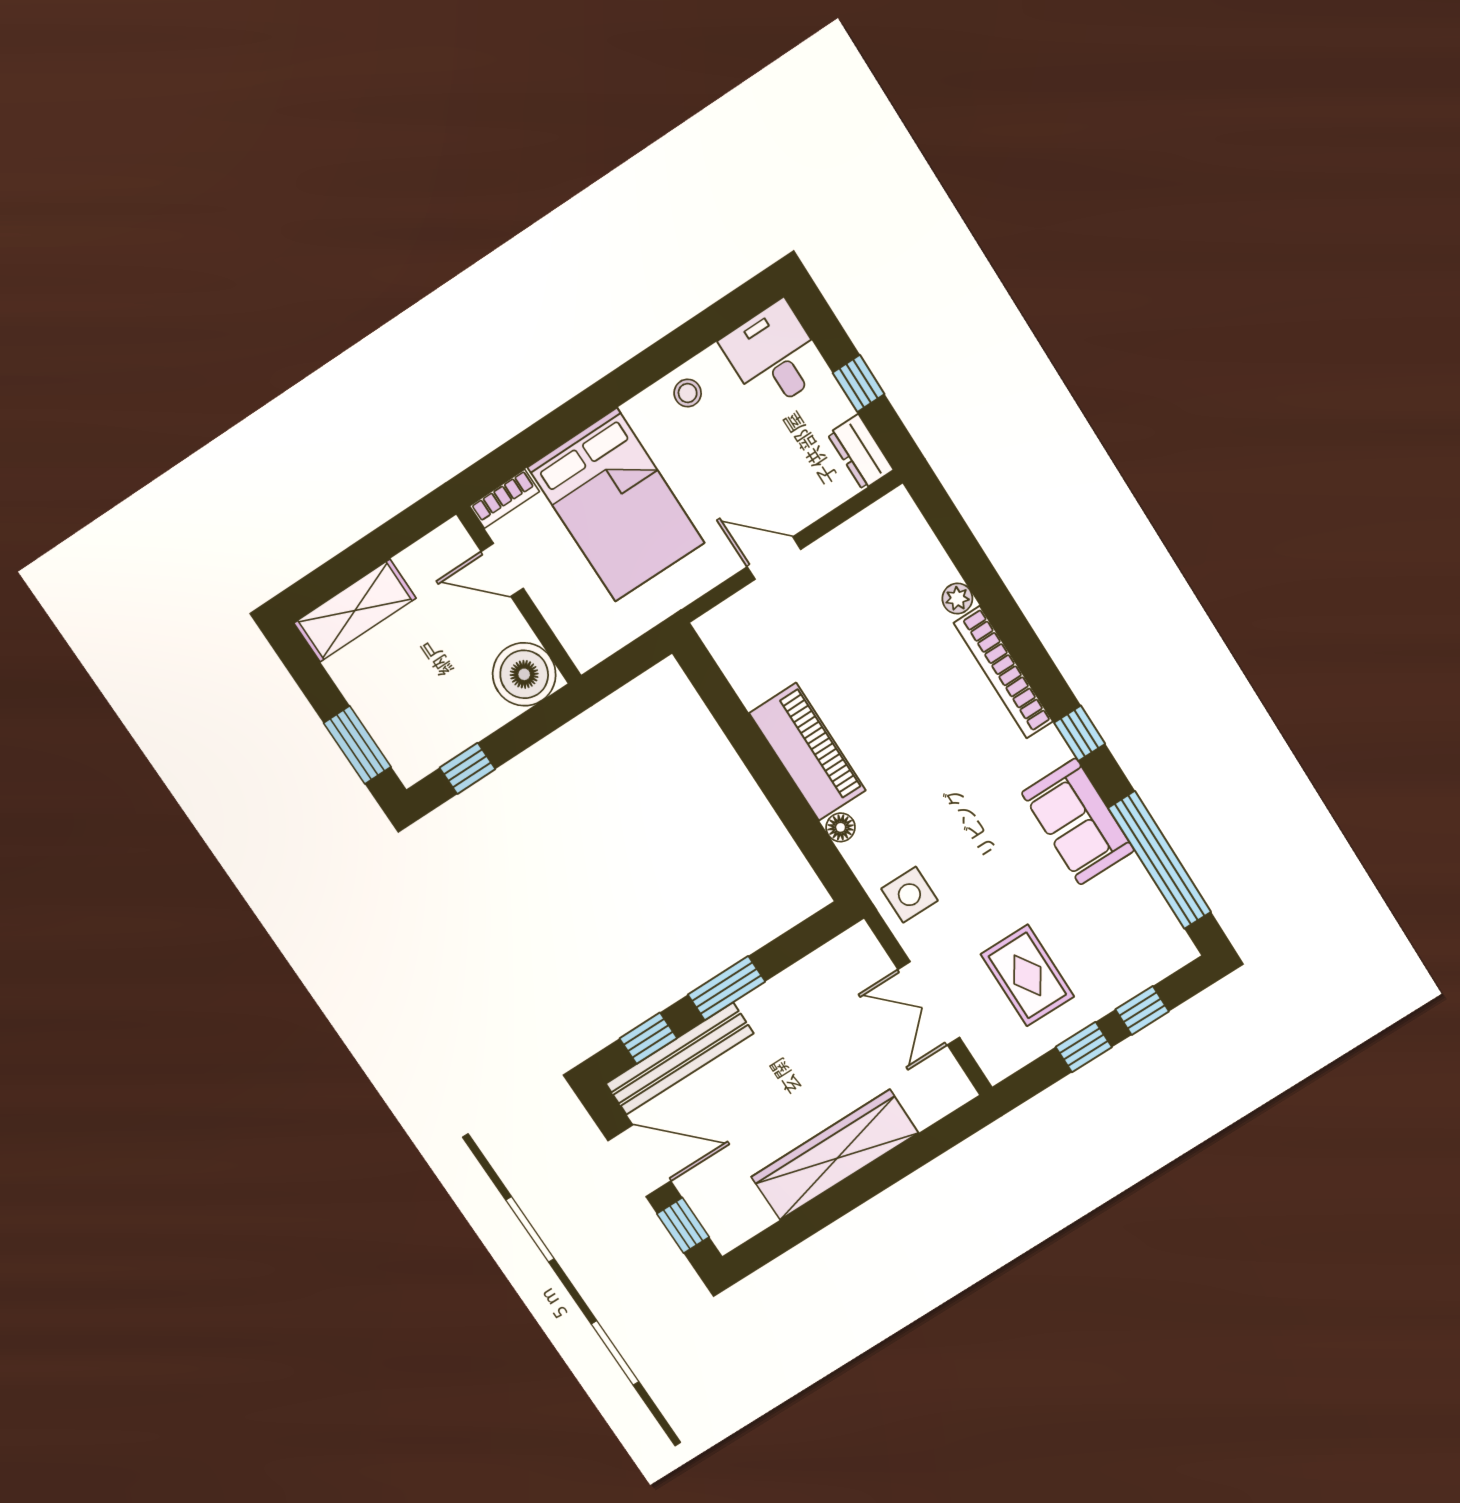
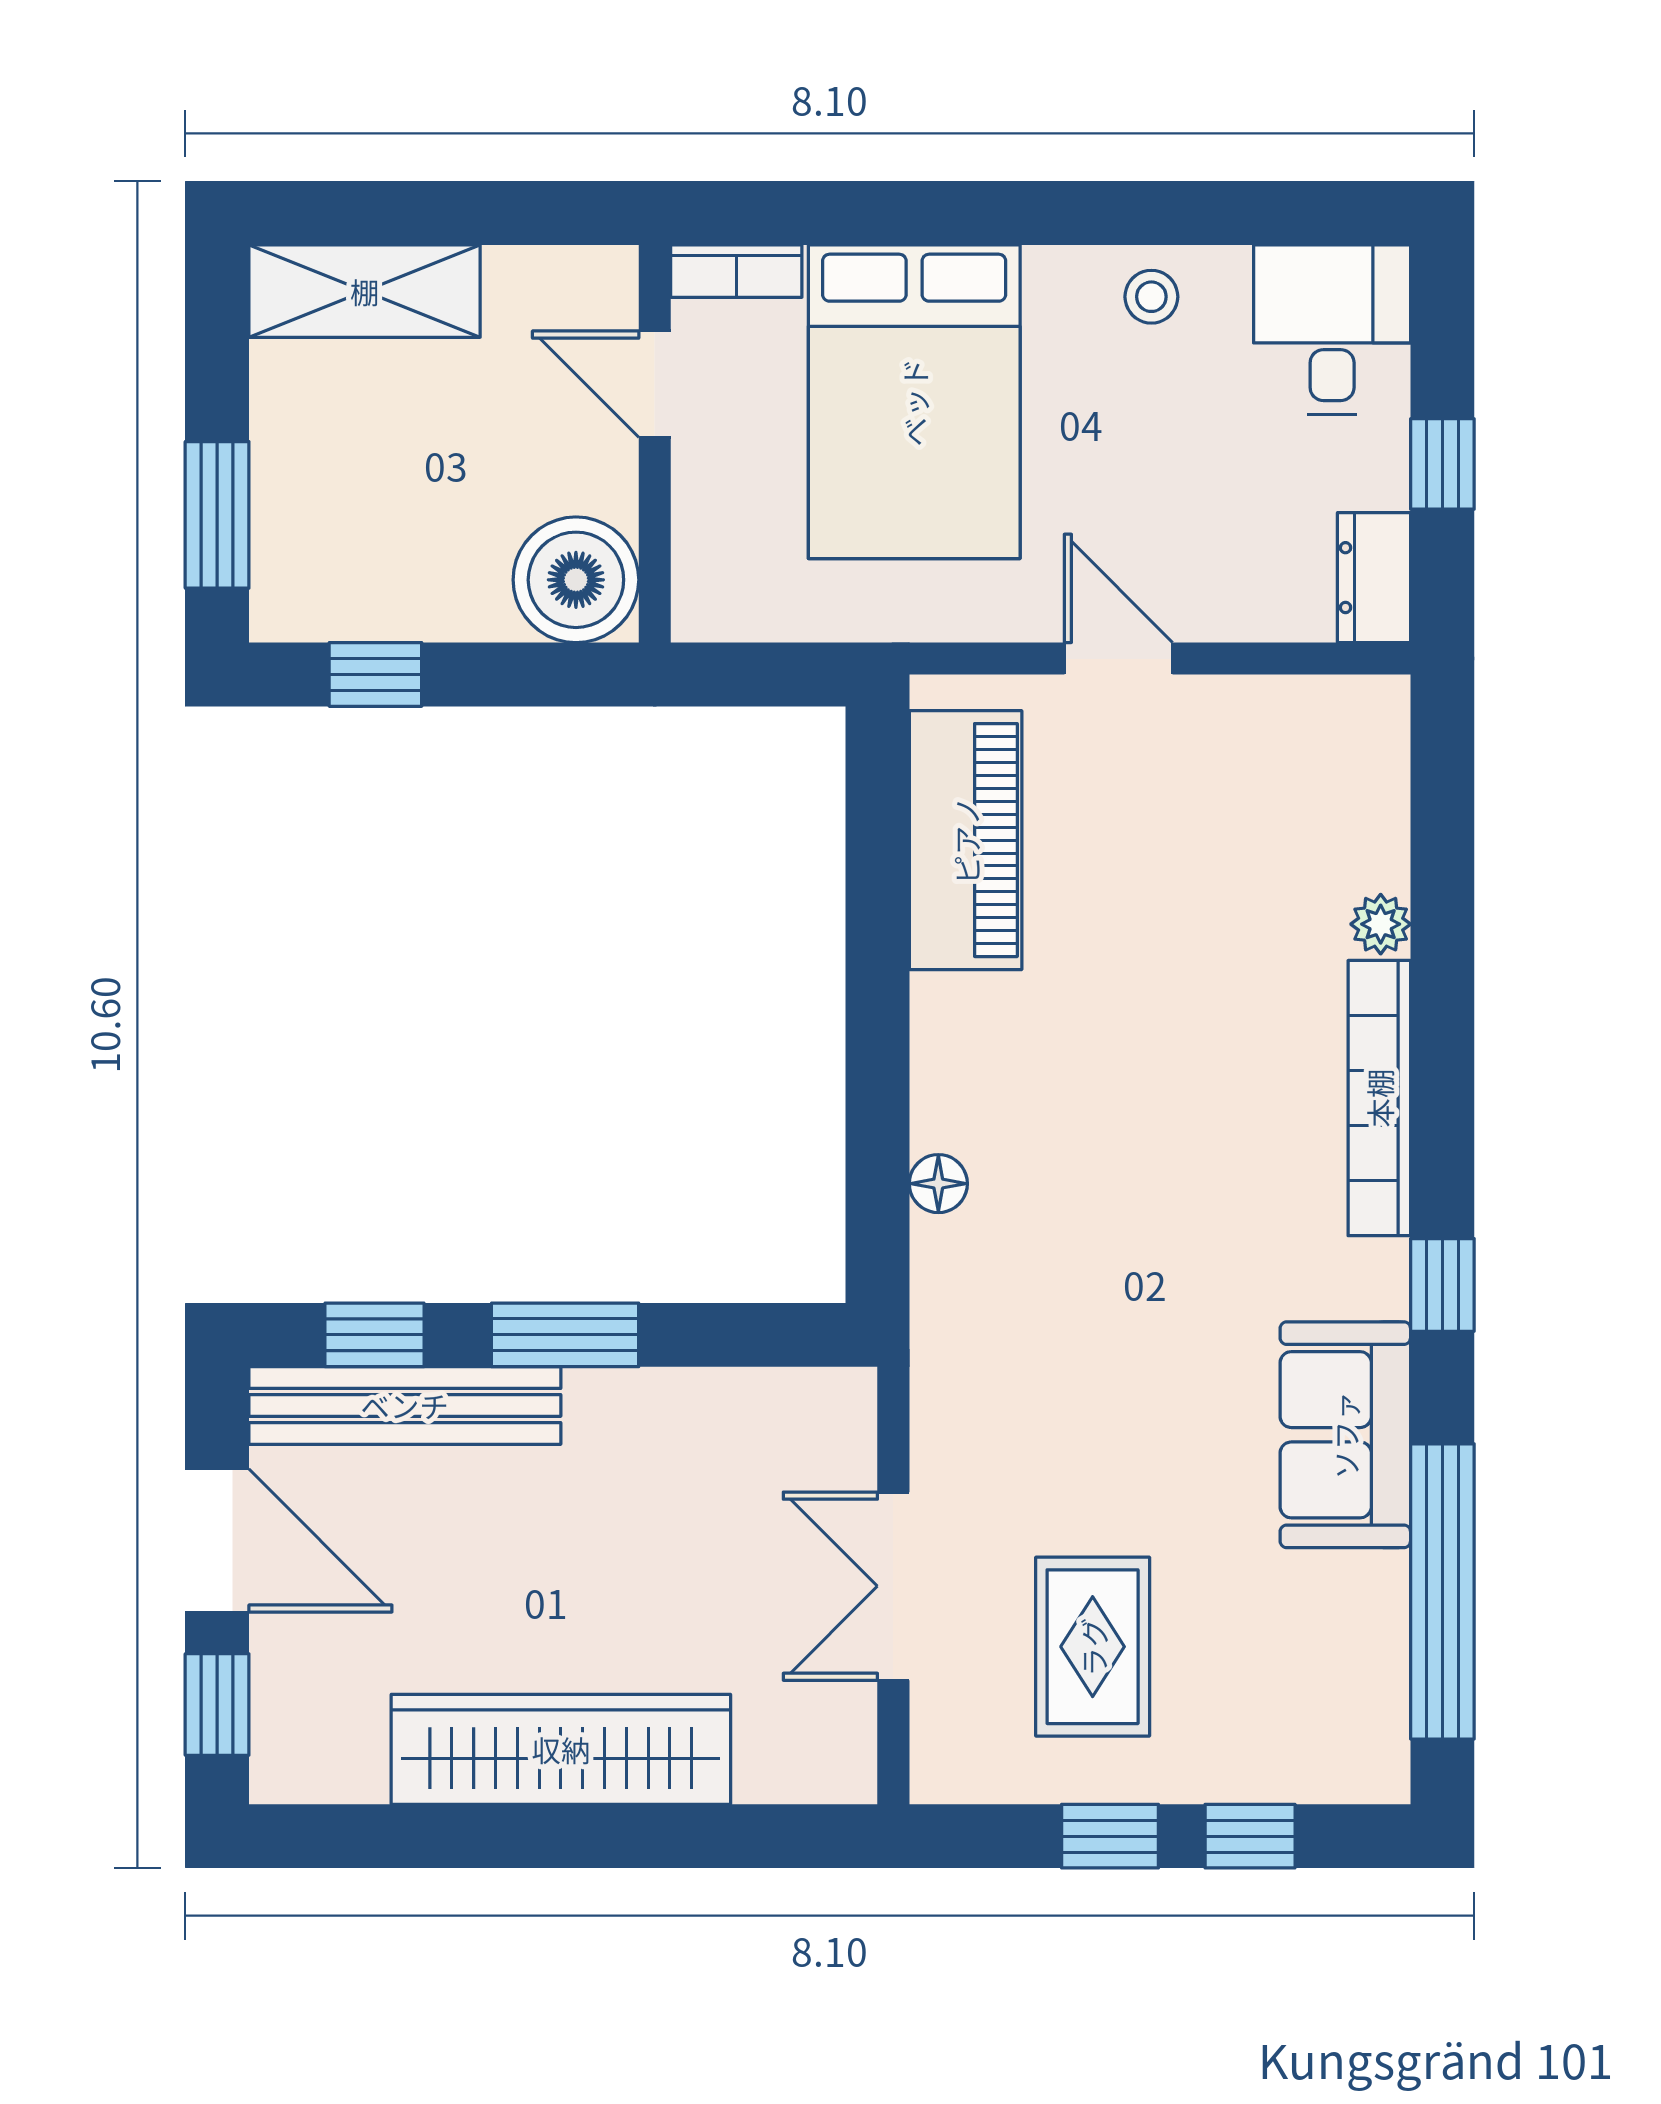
piano: (808, 752) -> (966, 840), moved
side table: (909, 895) -> (981, 1375), removed

